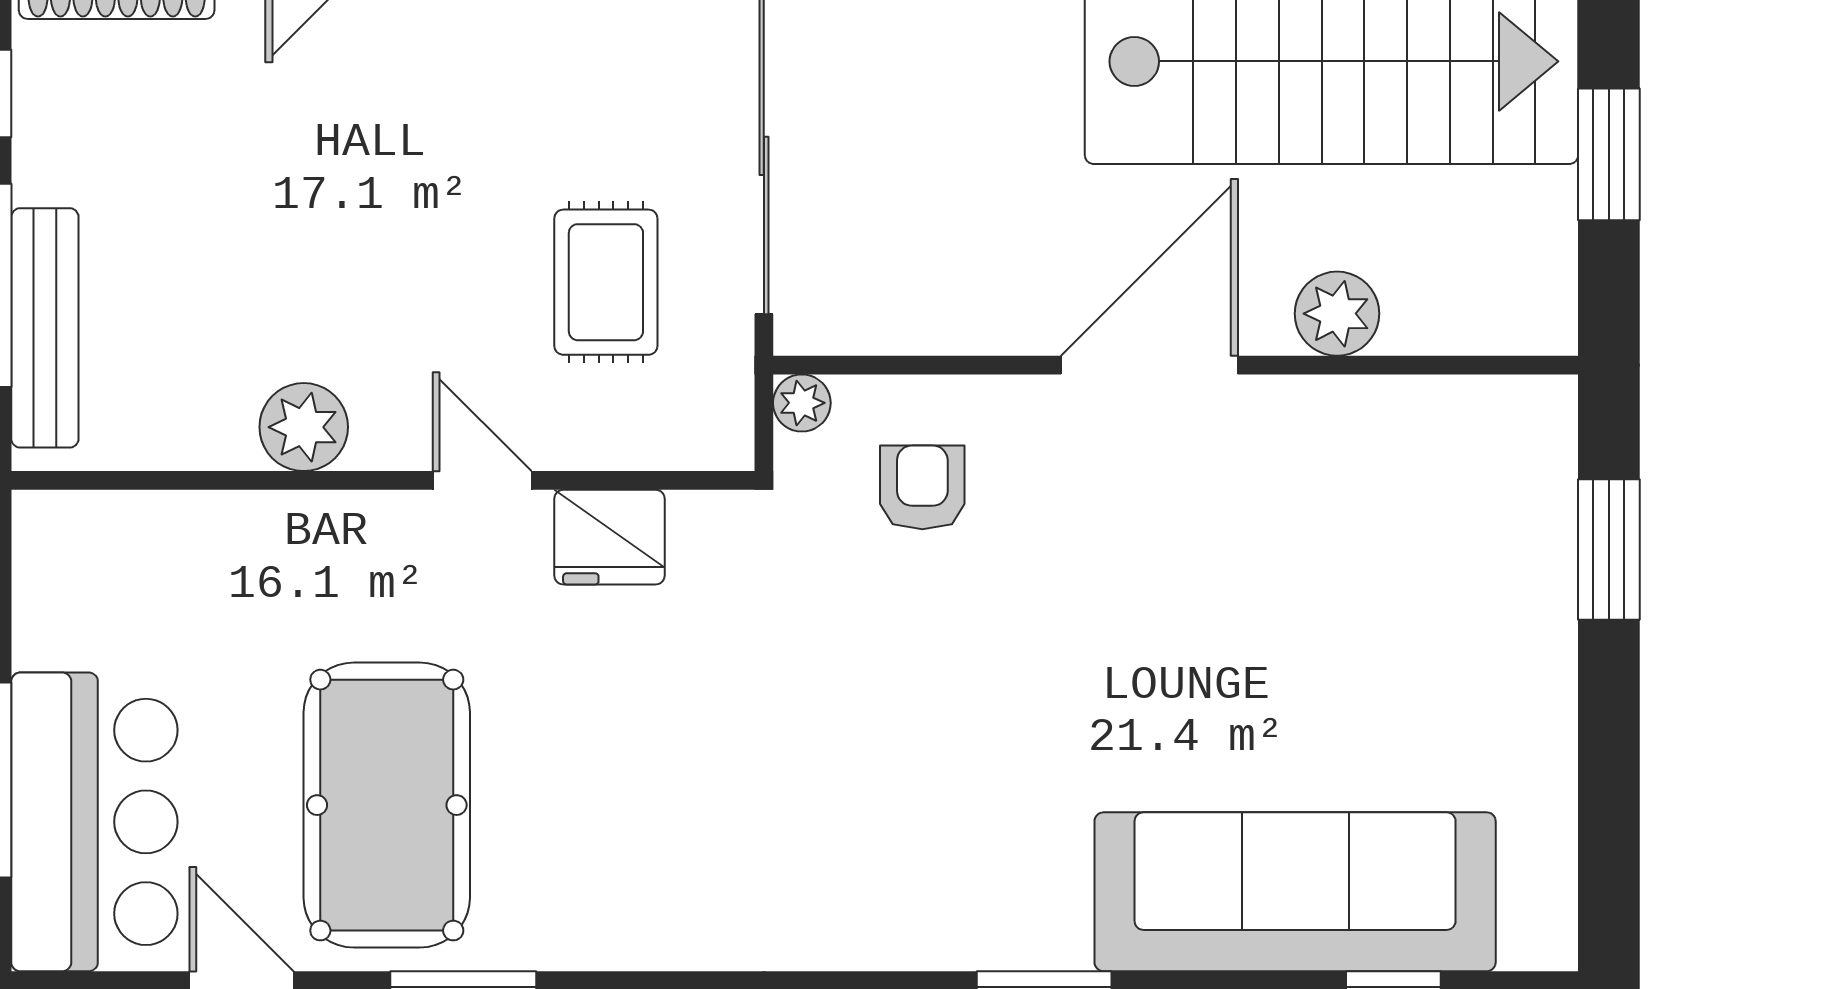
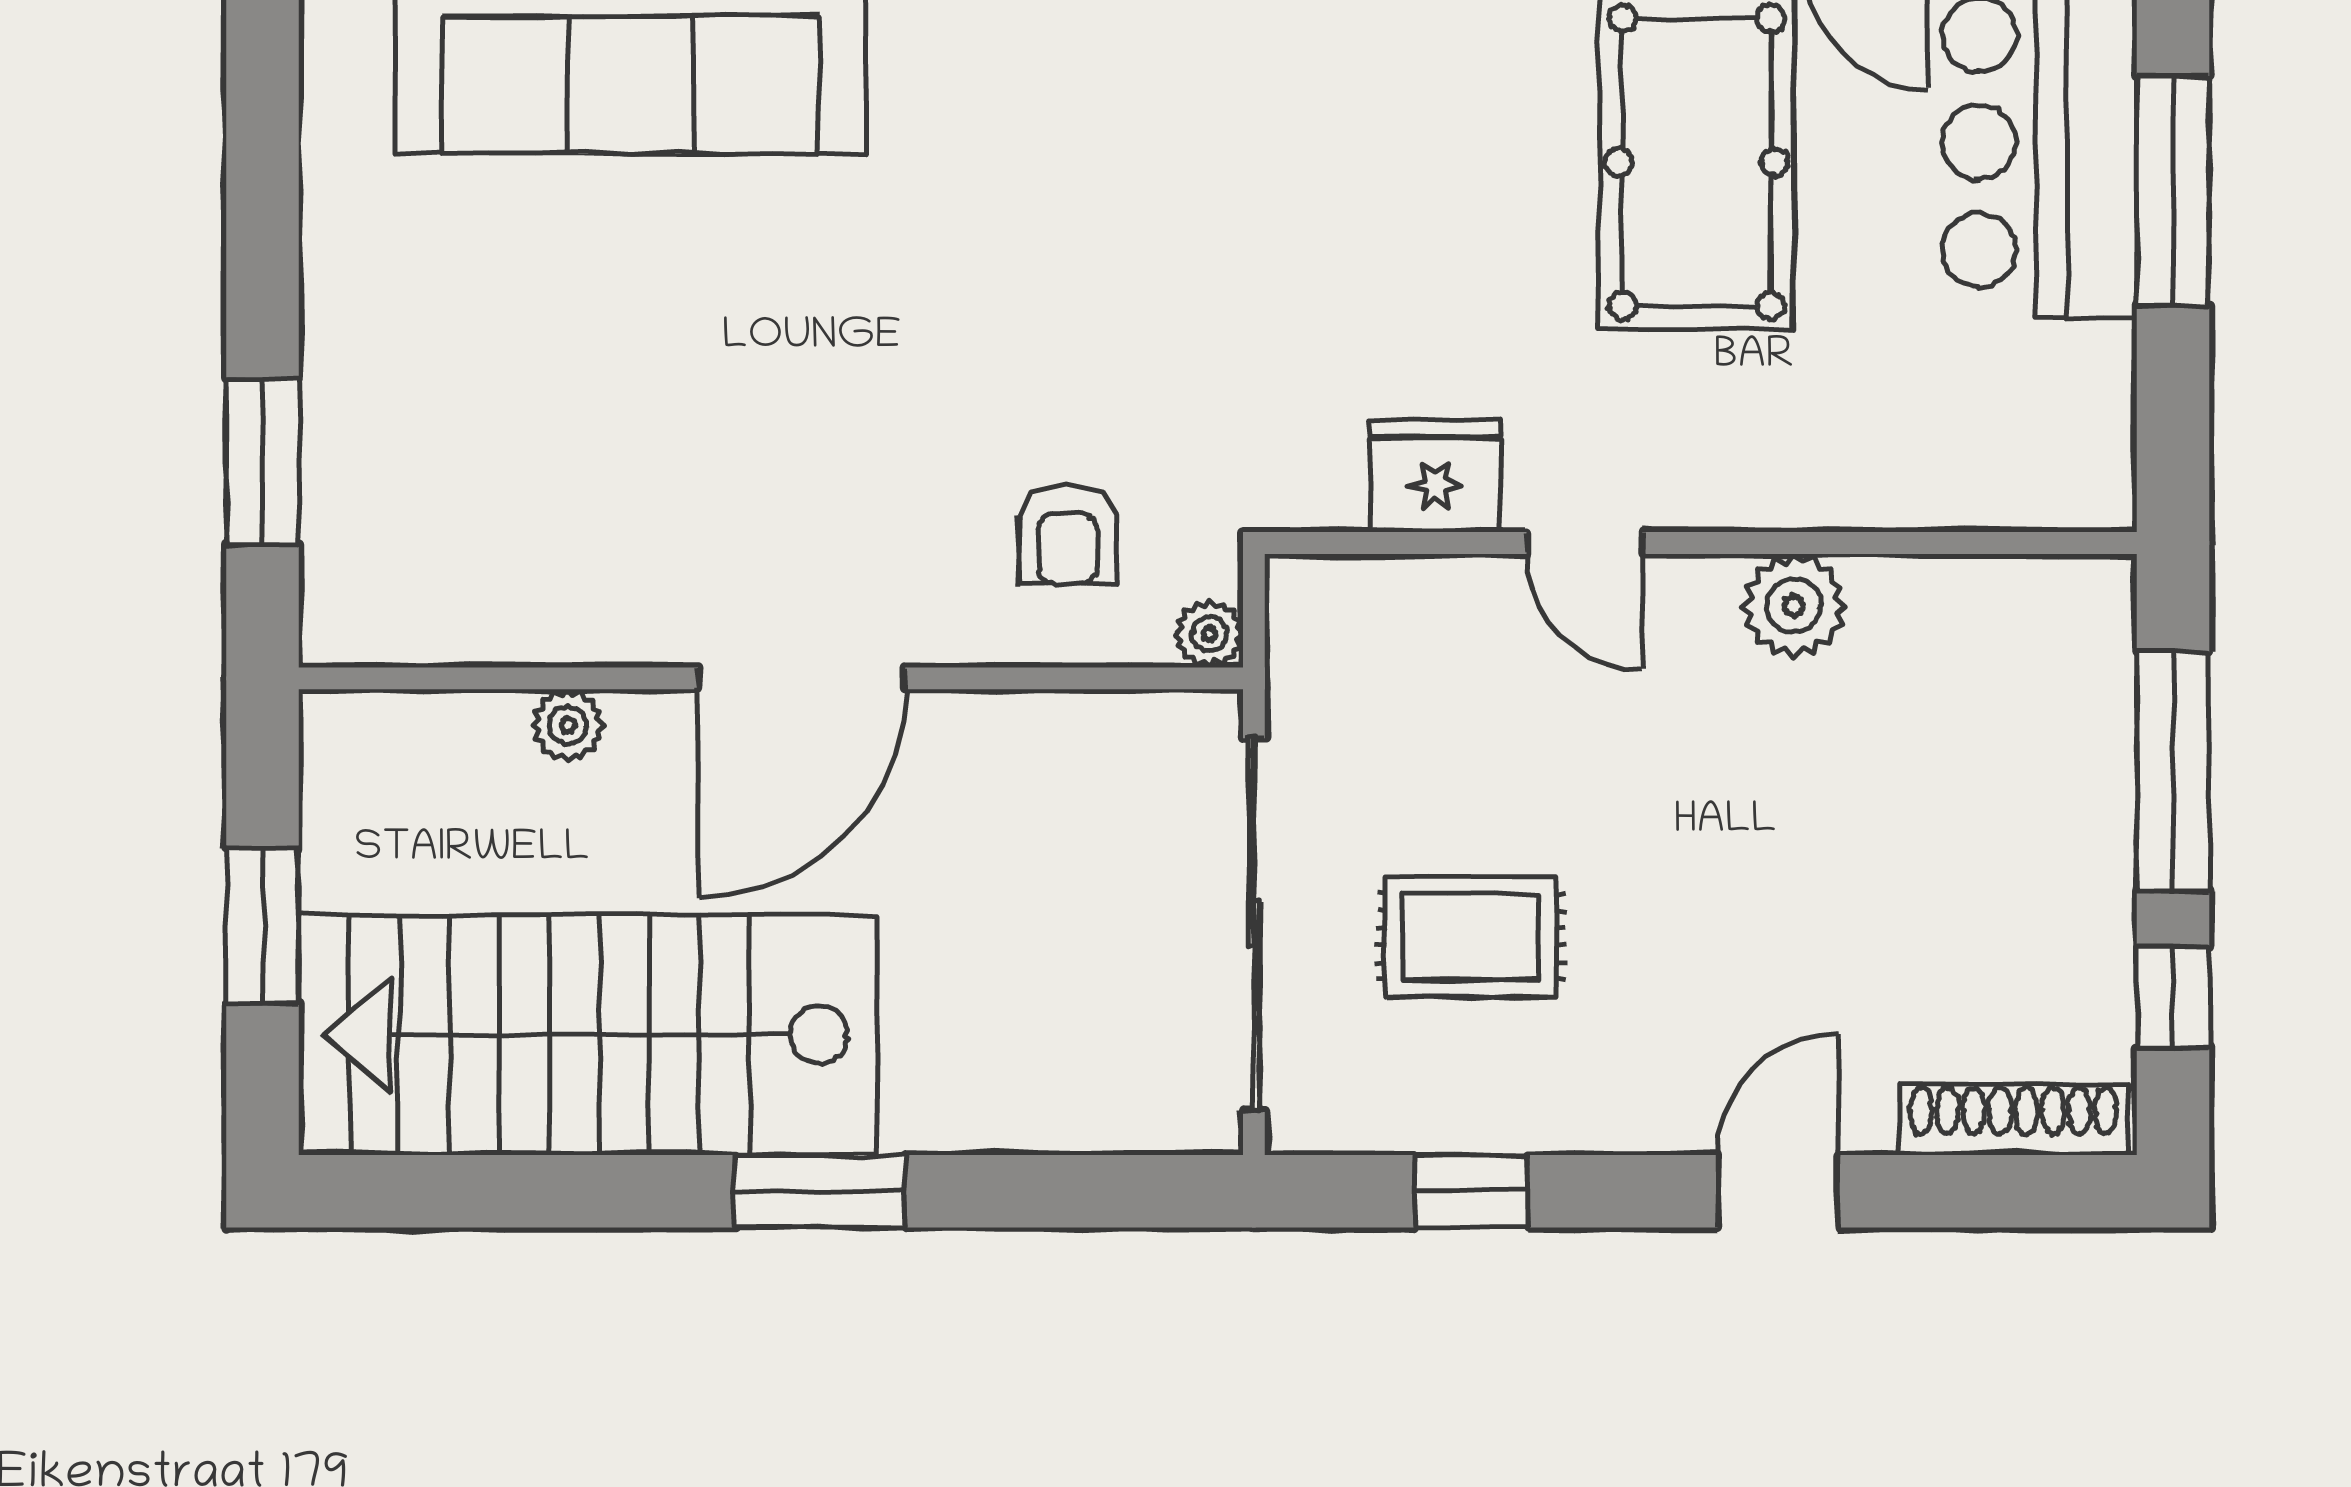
rug: (606, 282) -> (1471, 937), moved, turned 90
plant: (1337, 314) -> (568, 725), width x0.73, depth x0.73
bench: (45, 328) -> (2098, 722), removed

